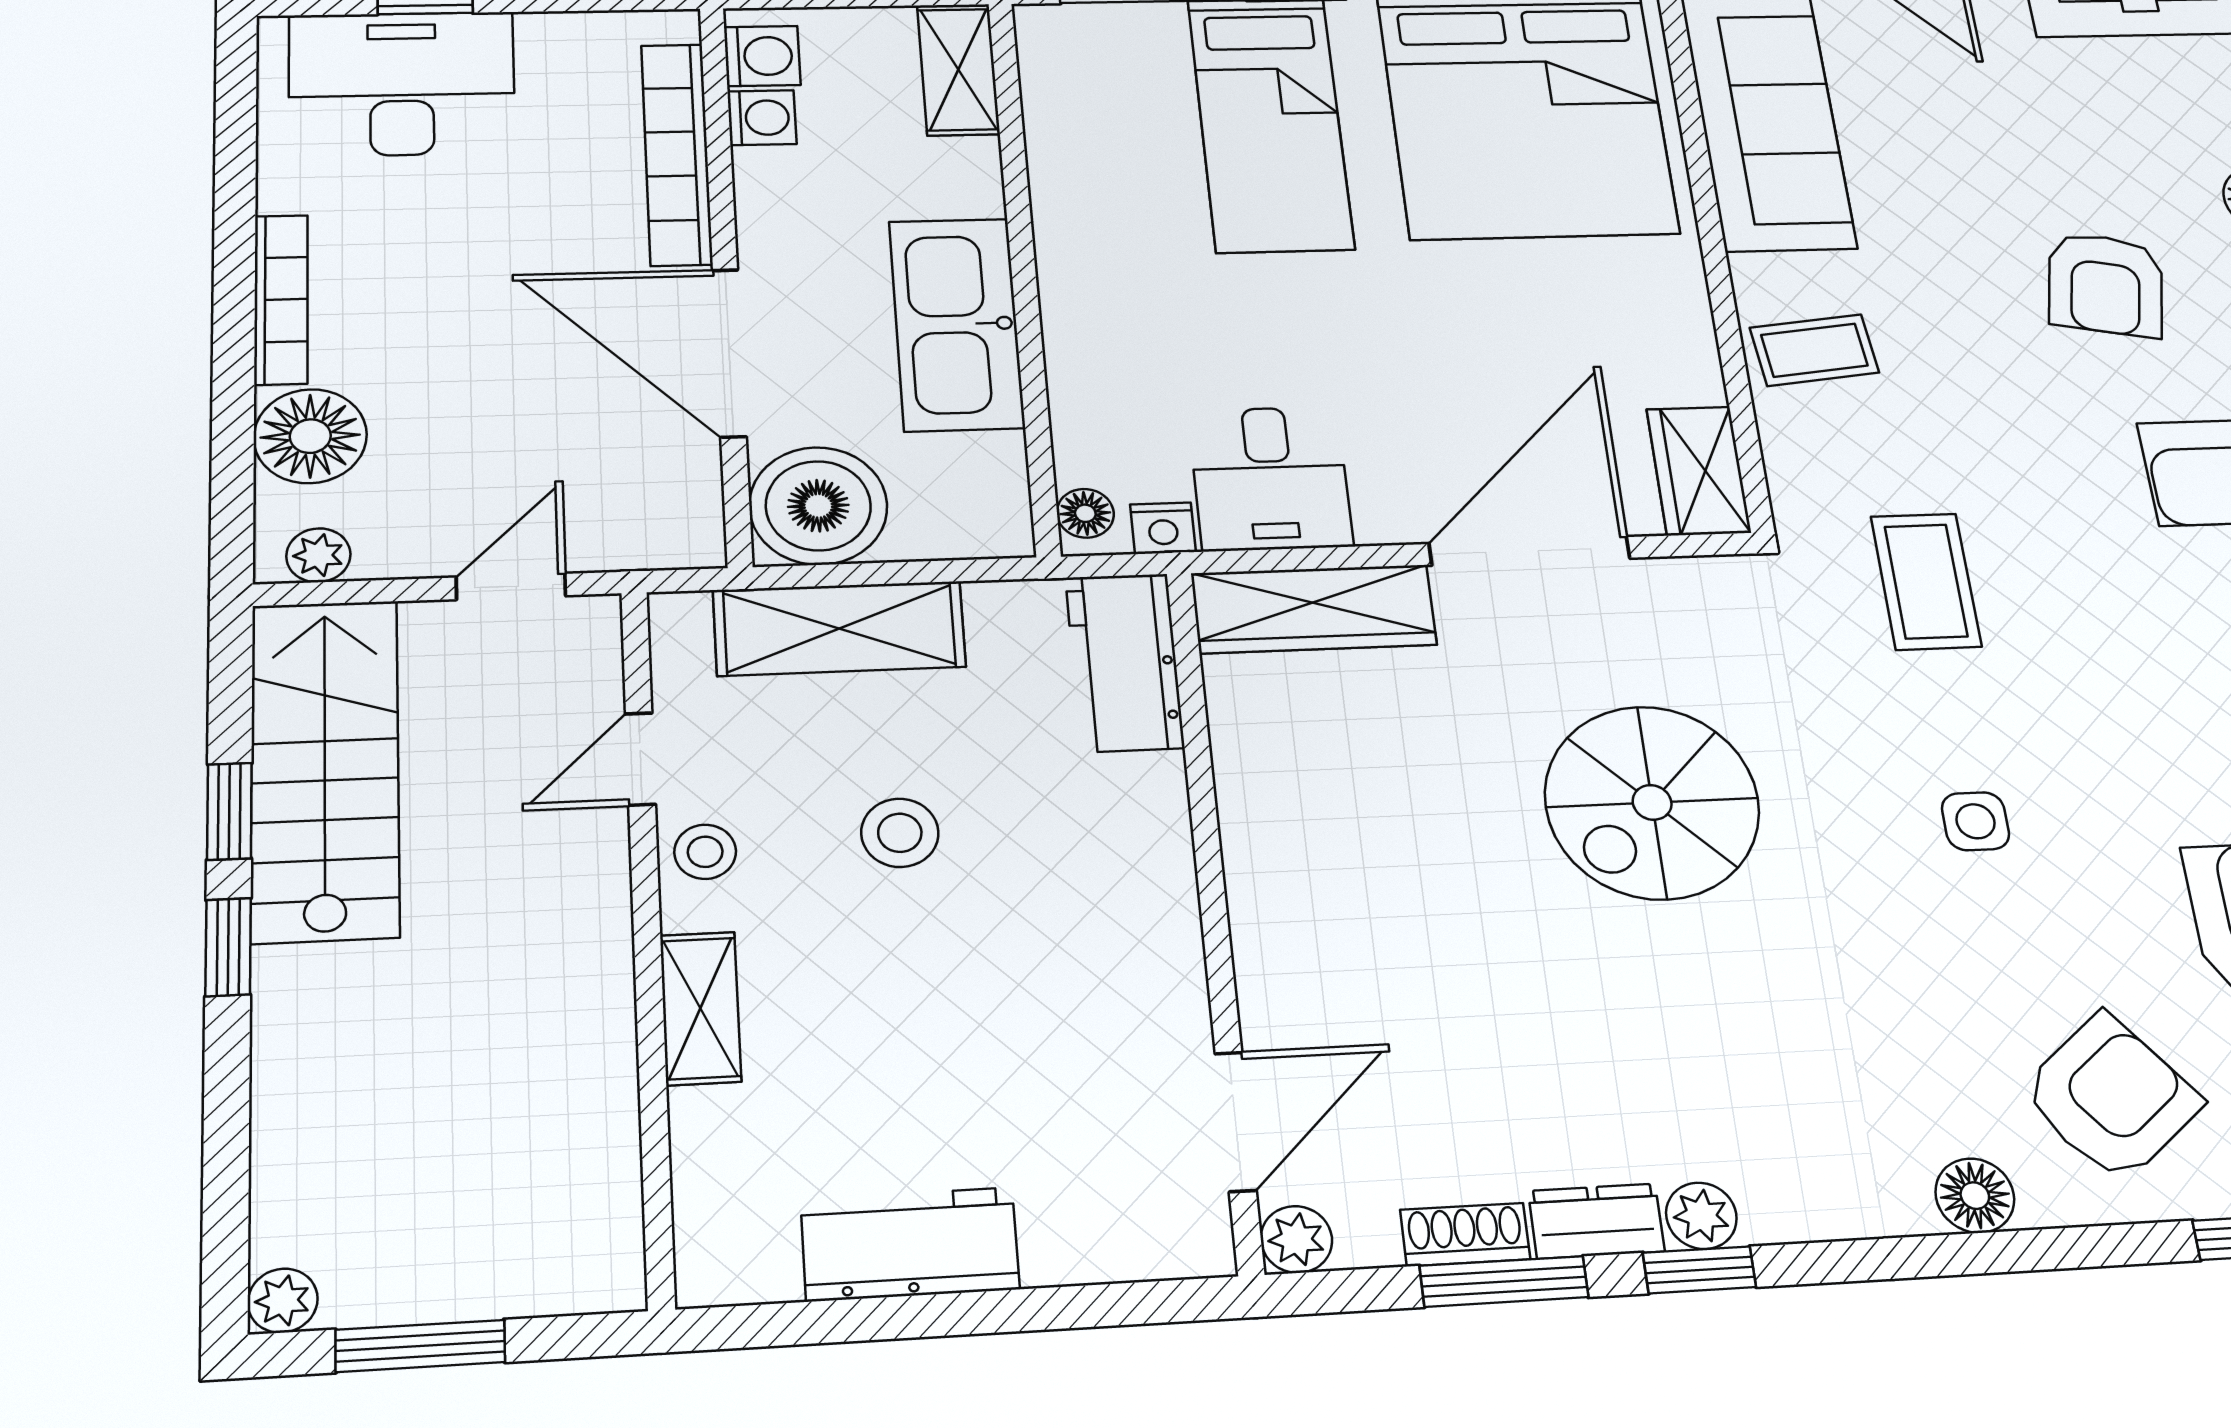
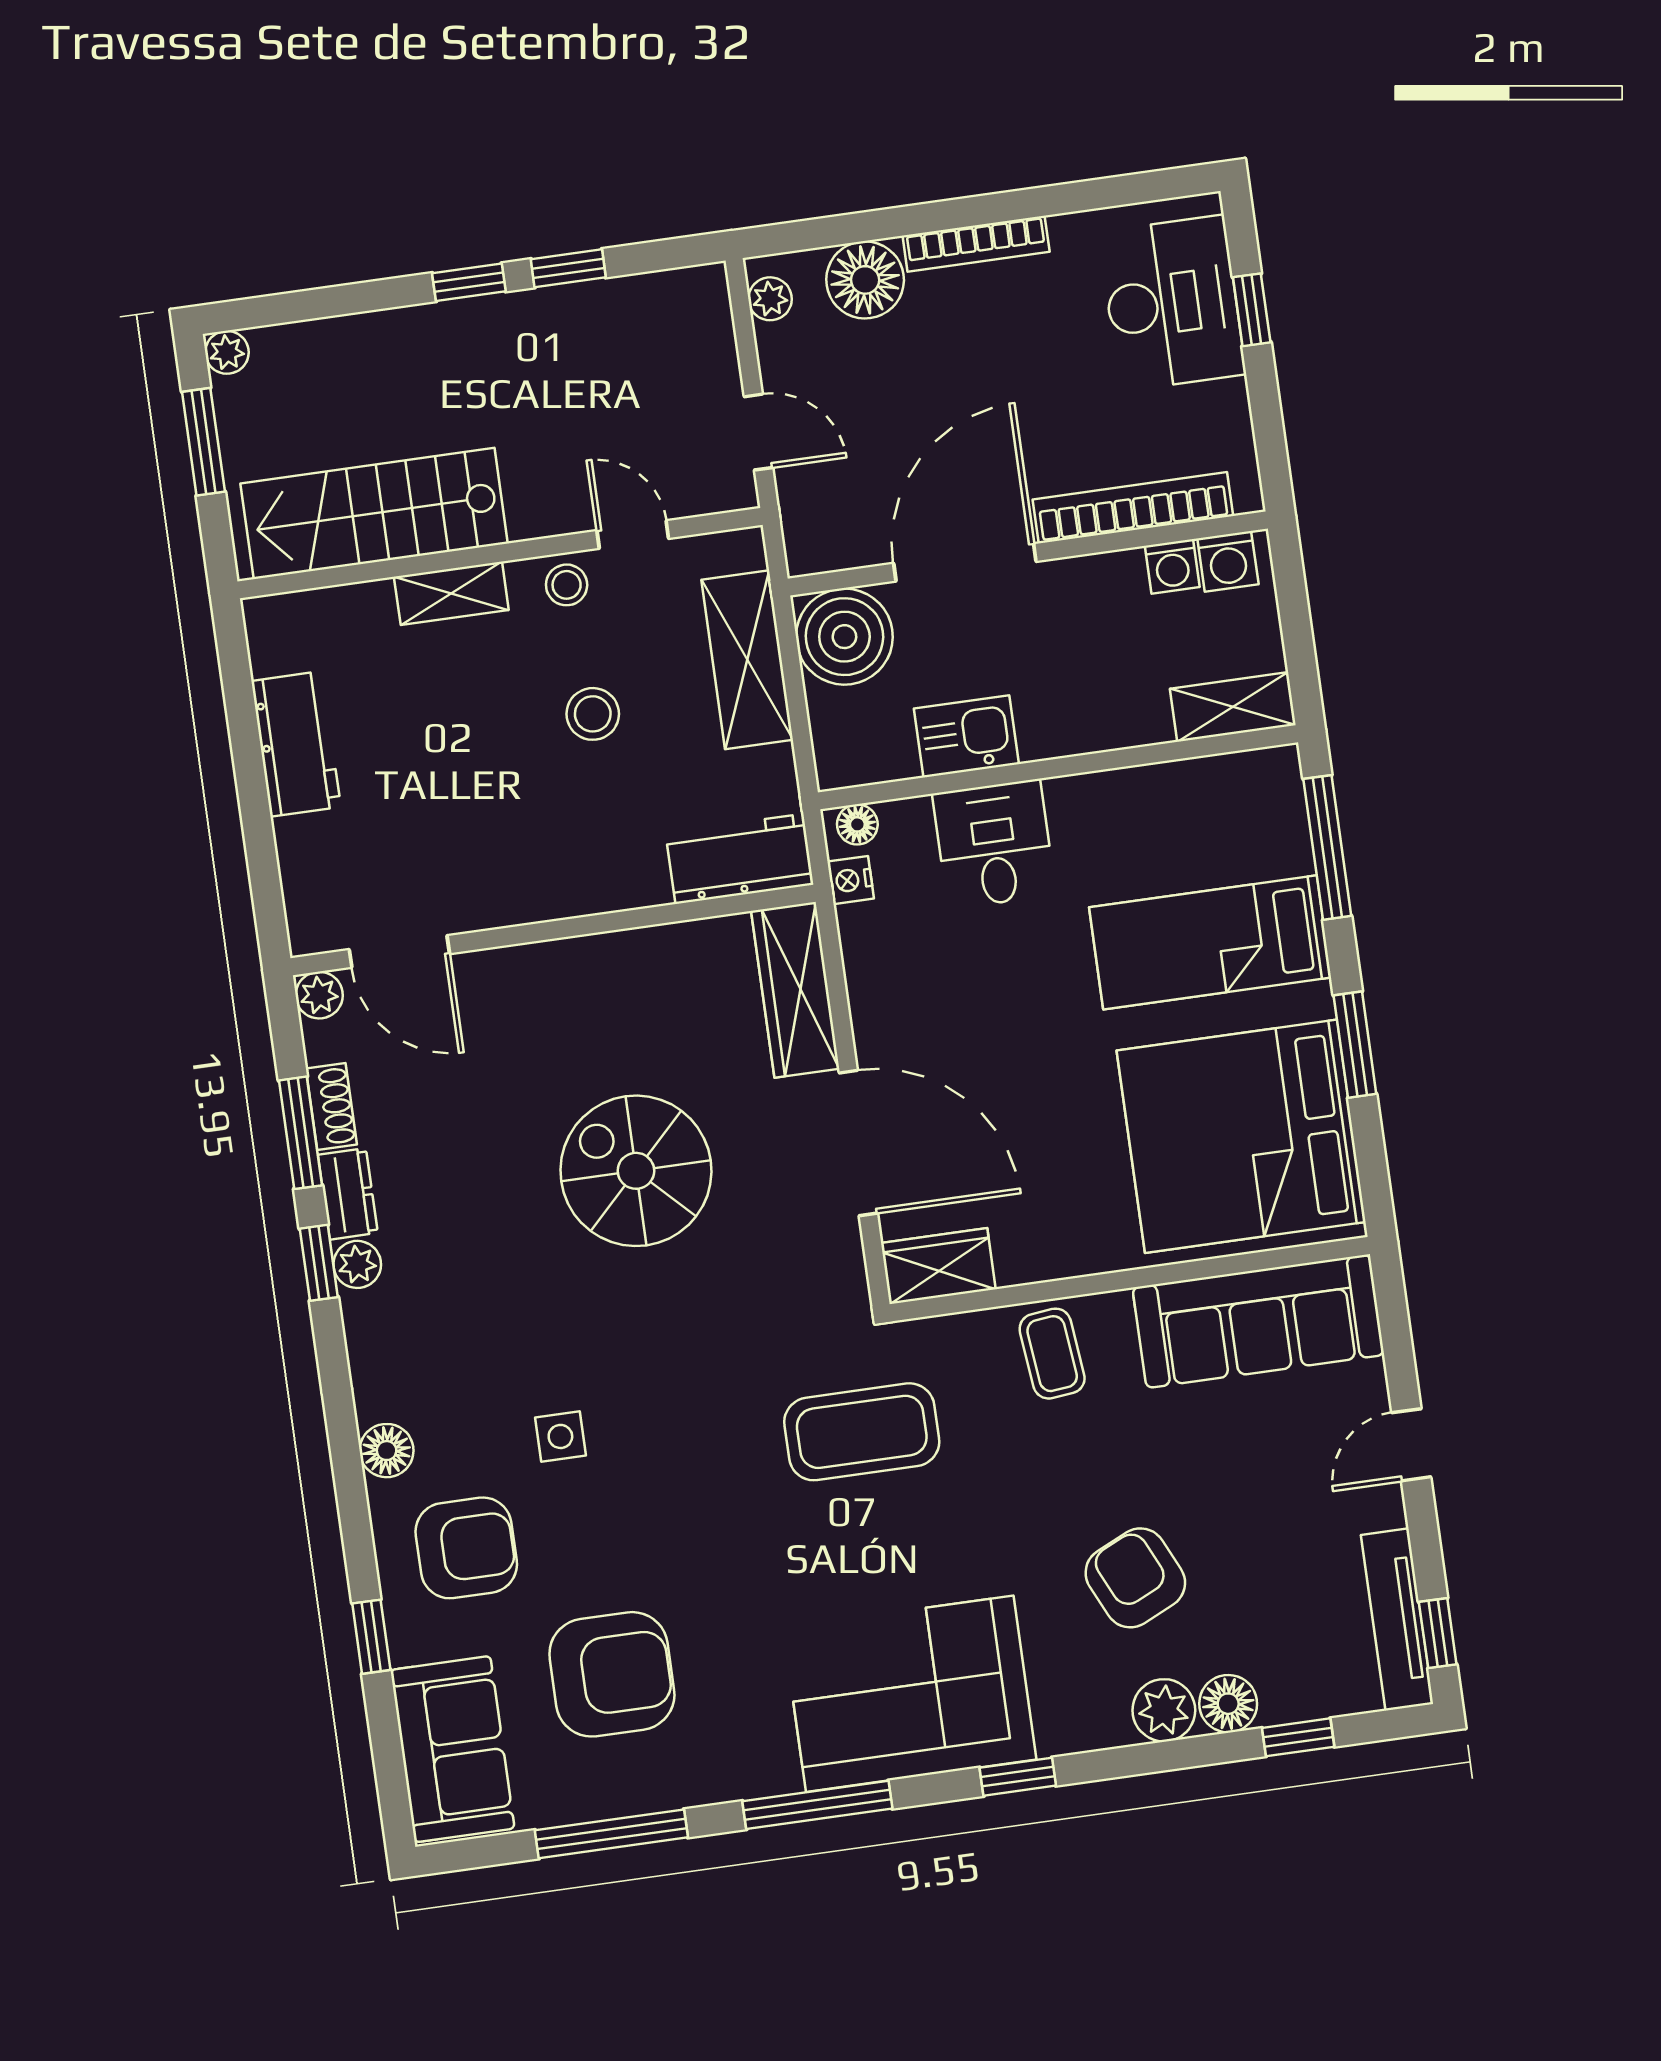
armchair: (2105, 284) -> (1135, 1578), turned 54
kitchen sink: (957, 324) -> (966, 736), width x0.53, depth x0.81
desk: (1270, 478) -> (994, 844), moved, turned 90
coffee table: (1926, 581) -> (862, 1432), width x1.36, depth x1.32
stairs: (325, 769) -> (374, 513), moved, turned 180
spiral stairs: (1652, 802) -> (636, 1171), moved
side table: (1975, 821) -> (560, 1436), moved
armchair: (2111, 1098) -> (466, 1548), turned -51

